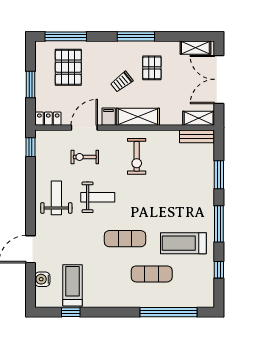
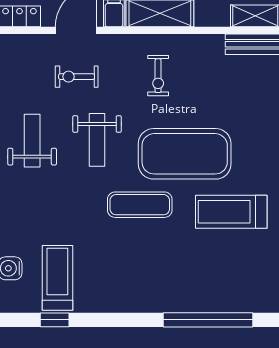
exercise bike: (137, 156) -> (158, 76), width x0.73, depth x0.72
weight bench: (98, 197) -> (97, 140), turned 90
exercise mat: (152, 274) -> (185, 154), moved, width x2.00, depth x1.45

